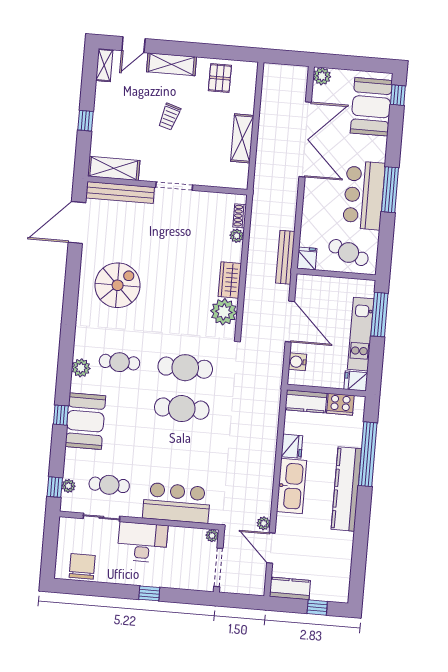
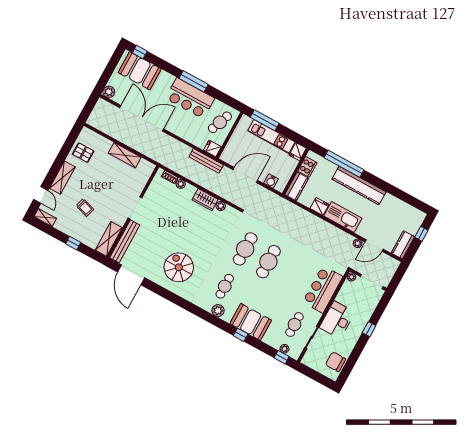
trolley: (169, 117) -> (85, 208), moved
plant: (224, 312) -> (221, 206), width x0.53, depth x0.53

